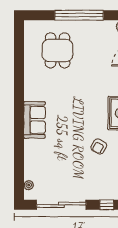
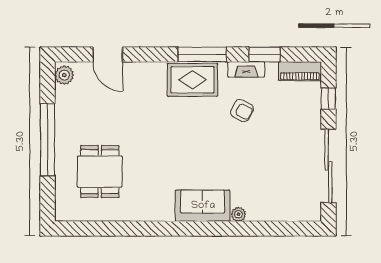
dining table: (58, 50) -> (100, 172), turned 90
plant: (29, 185) -> (238, 214), moved

